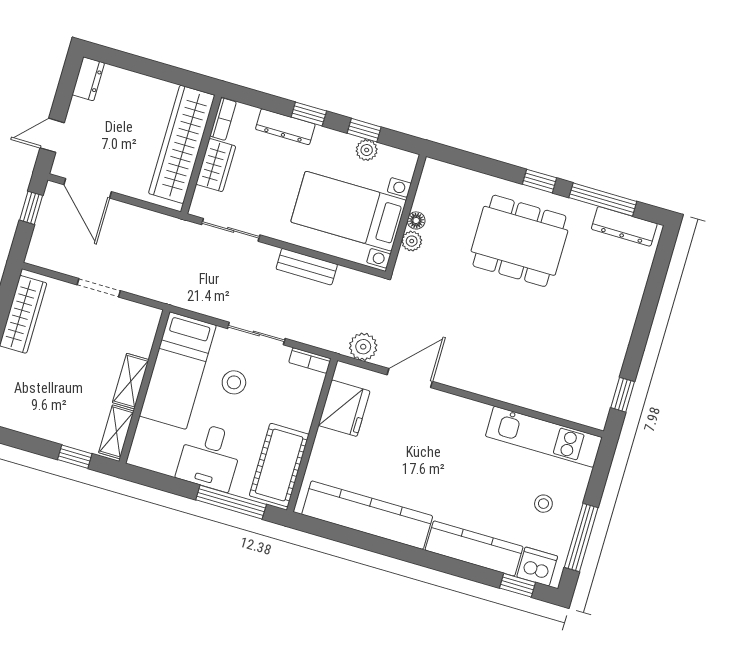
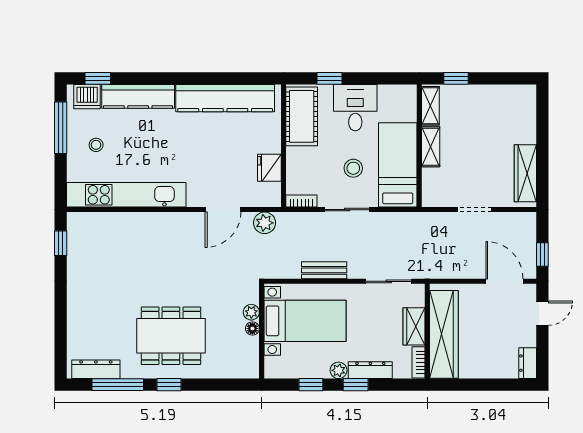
plant: (367, 150) -> (339, 370), moved
fridge: (344, 408) -> (269, 168), width x0.73, depth x0.75
kitchen unit: (544, 437) -> (126, 195), width x1.36
window: (231, 502) -> (330, 78), width x0.46

